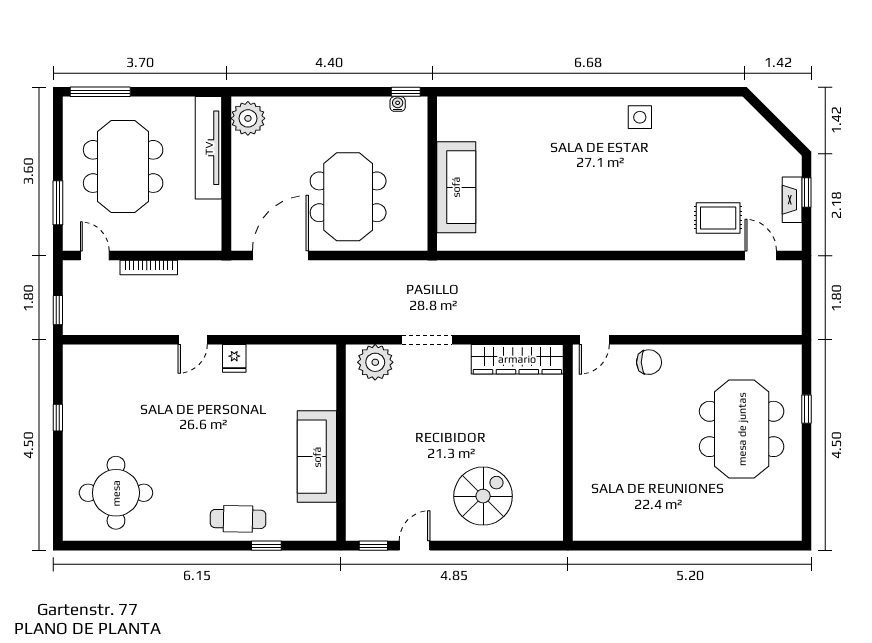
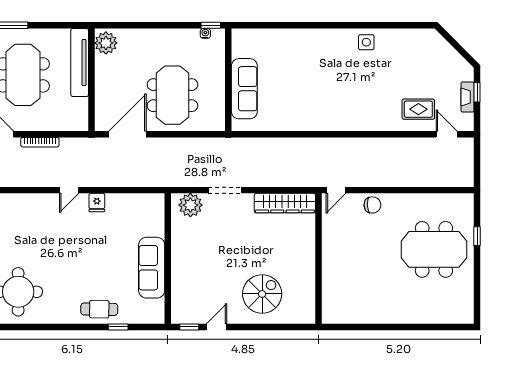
meeting table: (742, 429) -> (434, 249), turned 90

